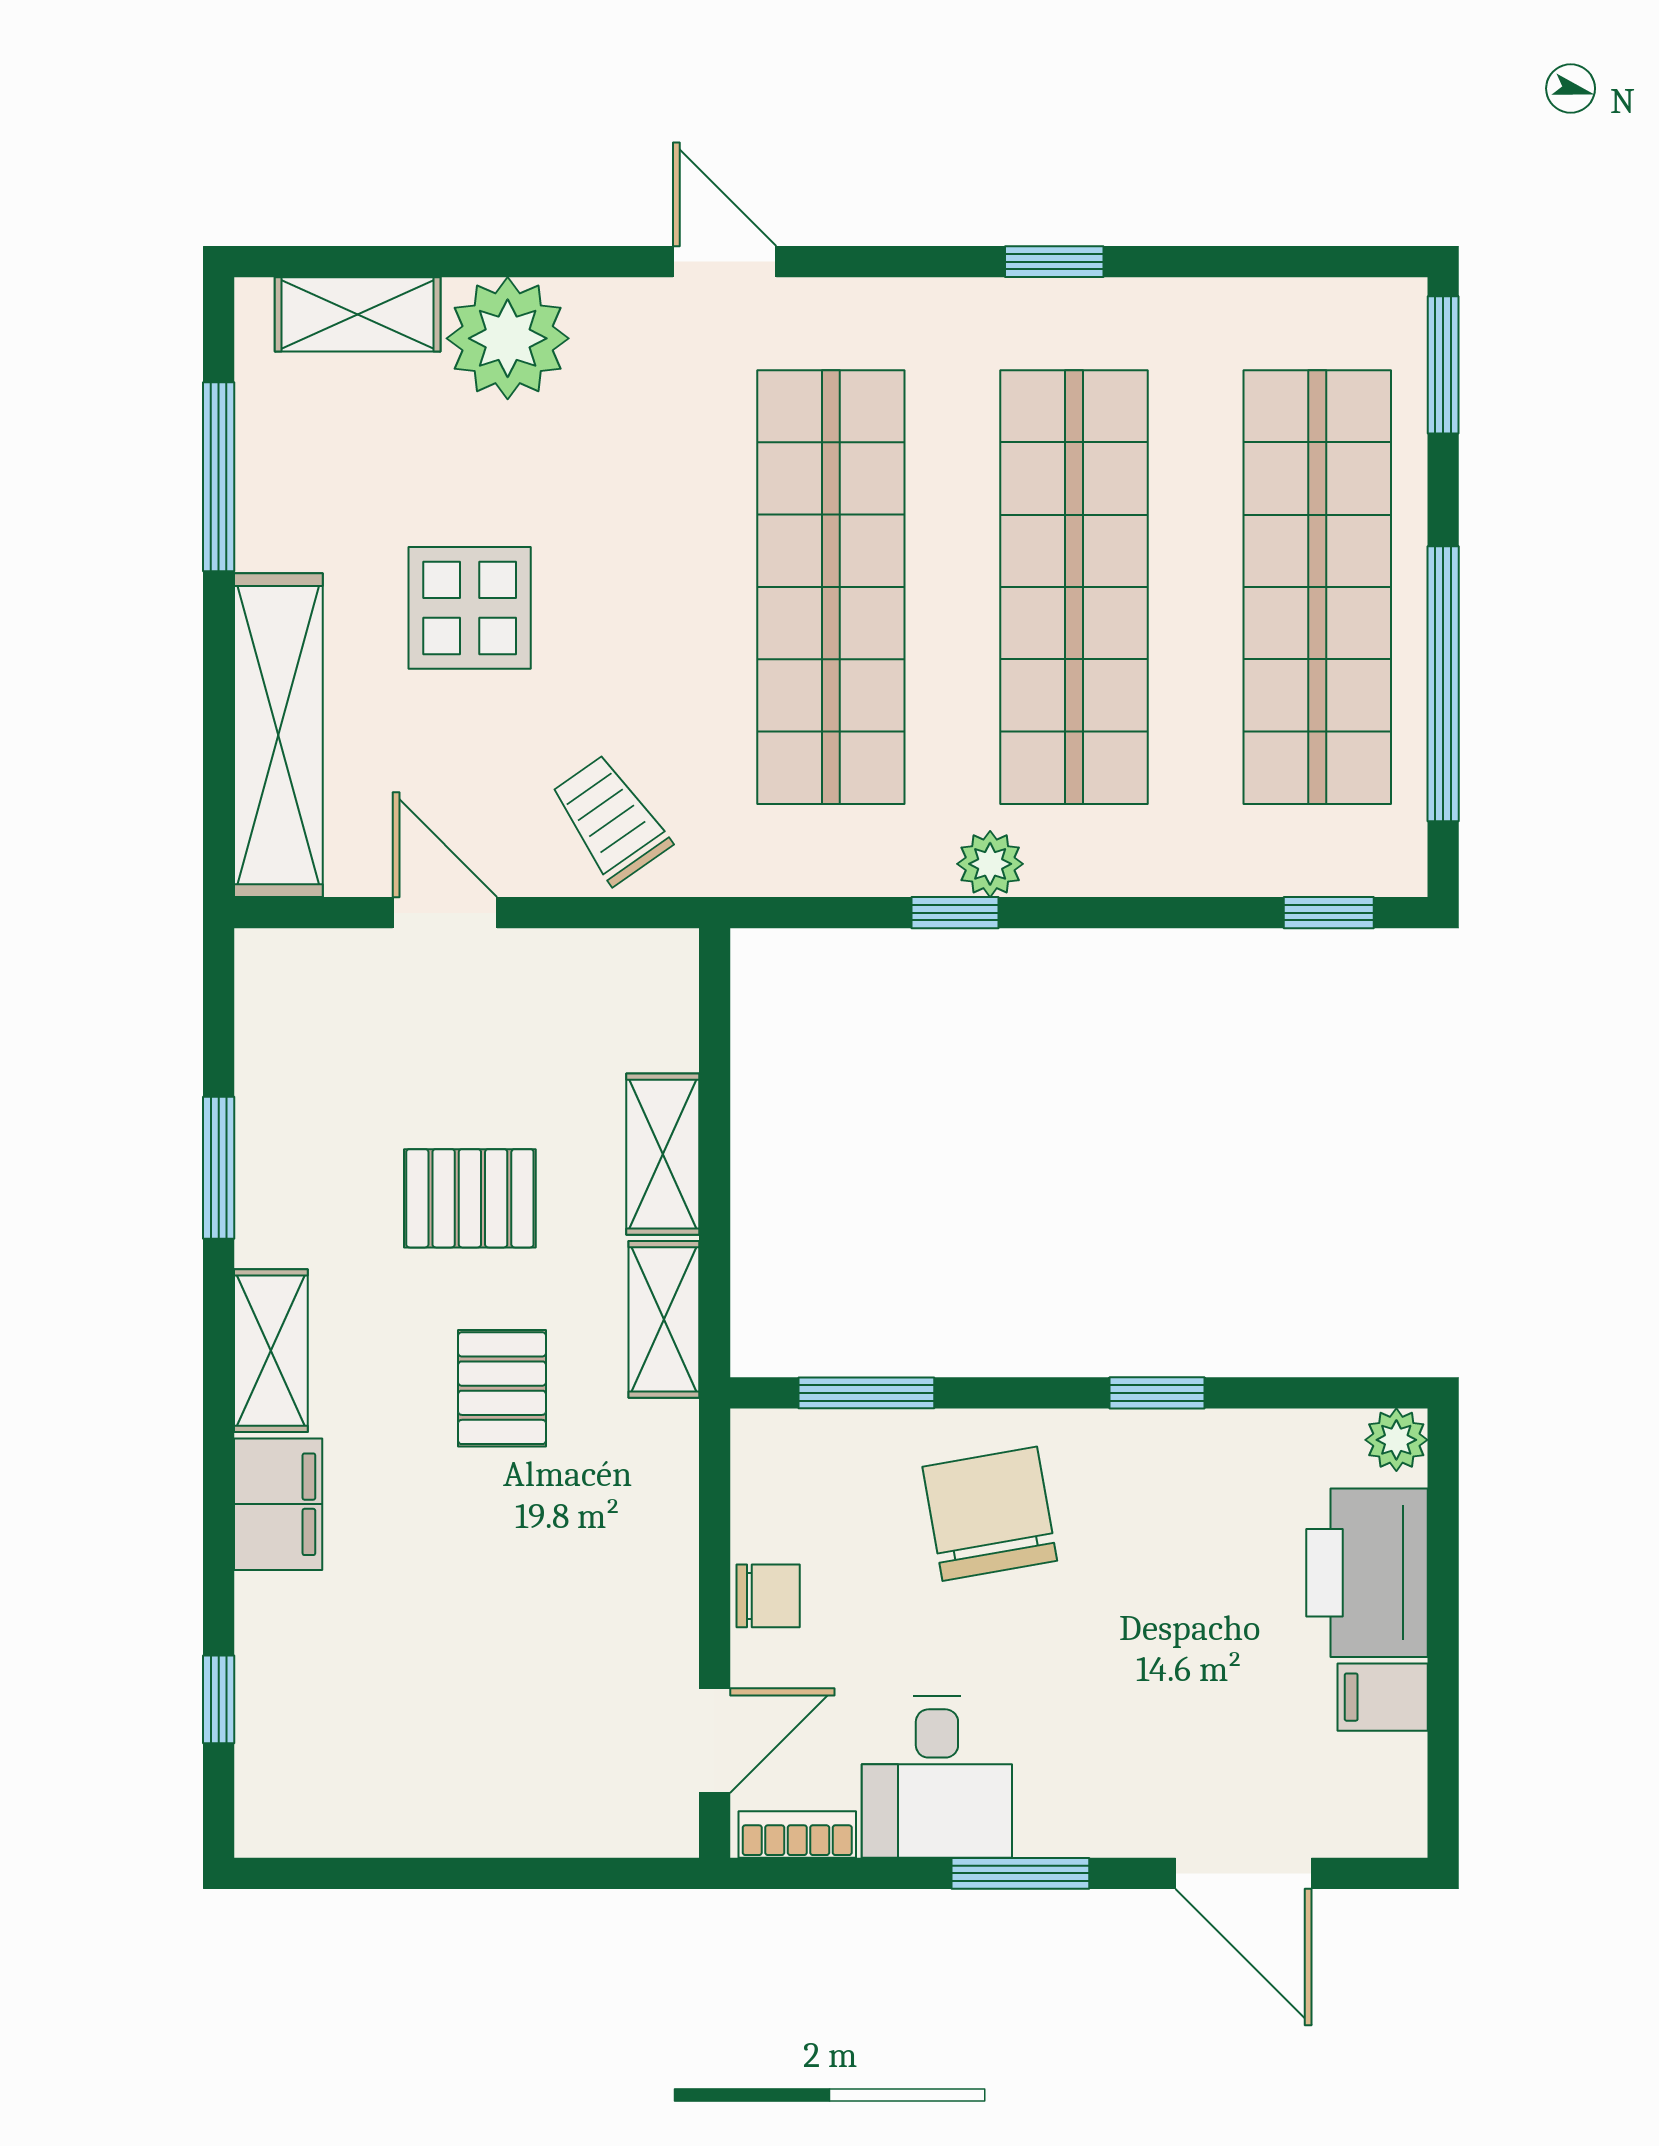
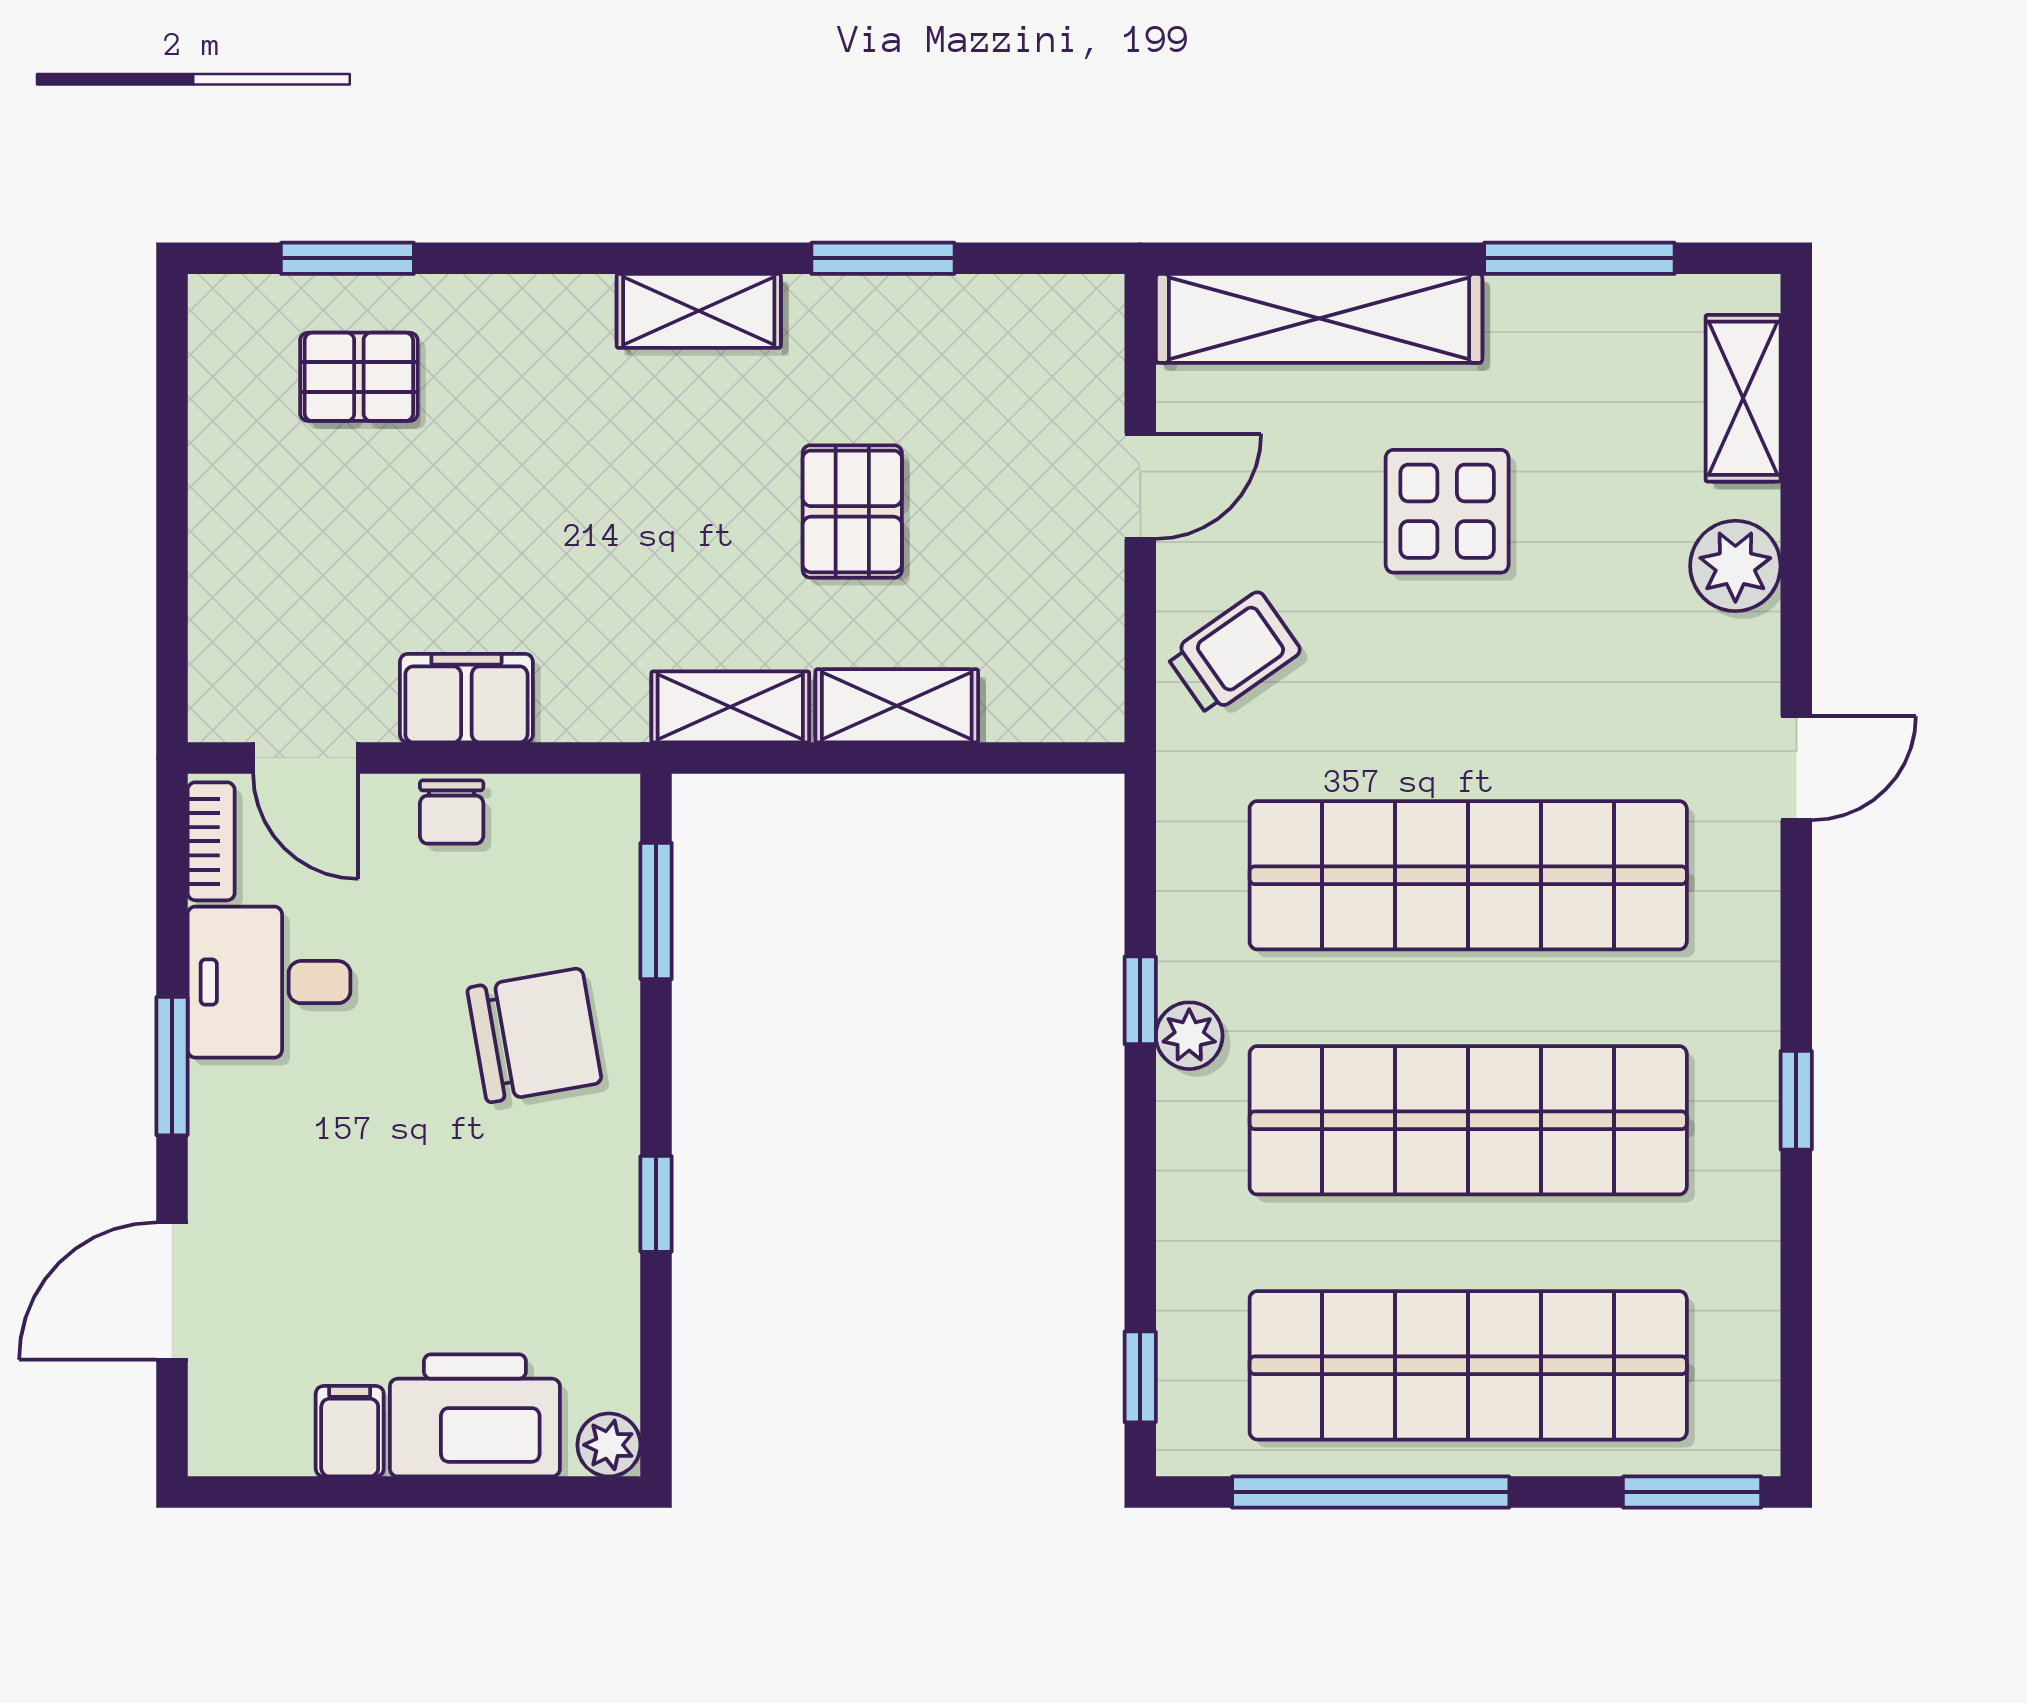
plant: (508, 338) -> (1735, 566), width x0.73, depth x0.73
pallet: (502, 1388) -> (359, 377), moved
filing cabinet: (278, 1504) -> (466, 698), moved, turned 180
window: (219, 1699) -> (347, 258), width x1.50

